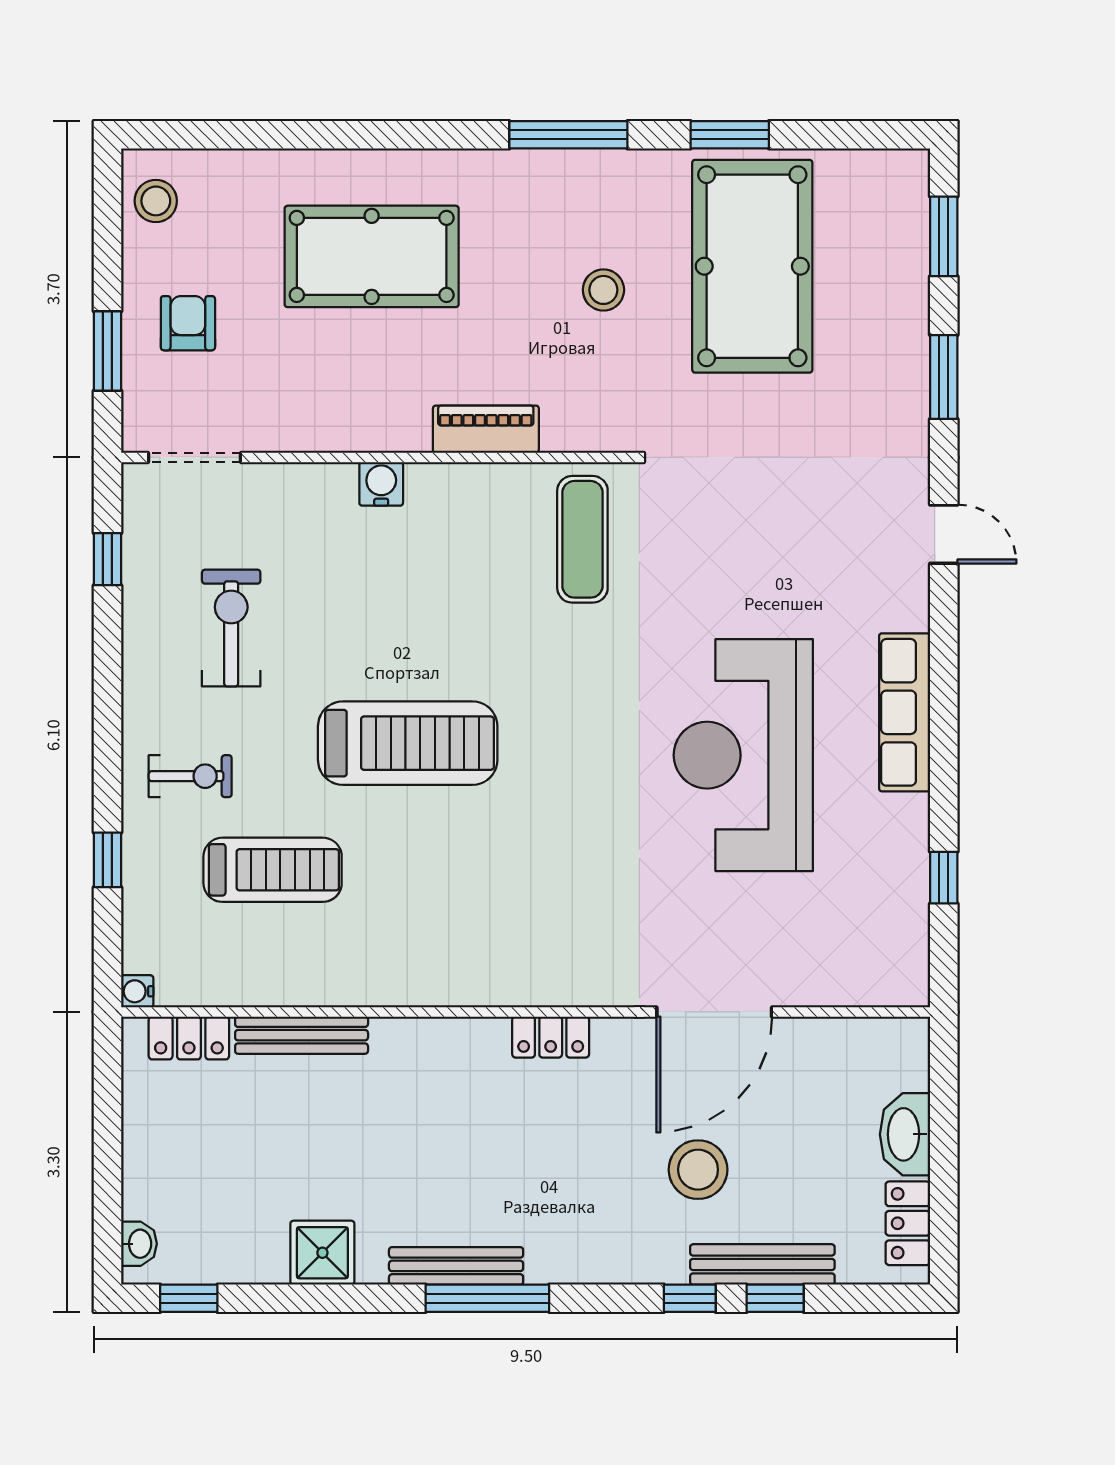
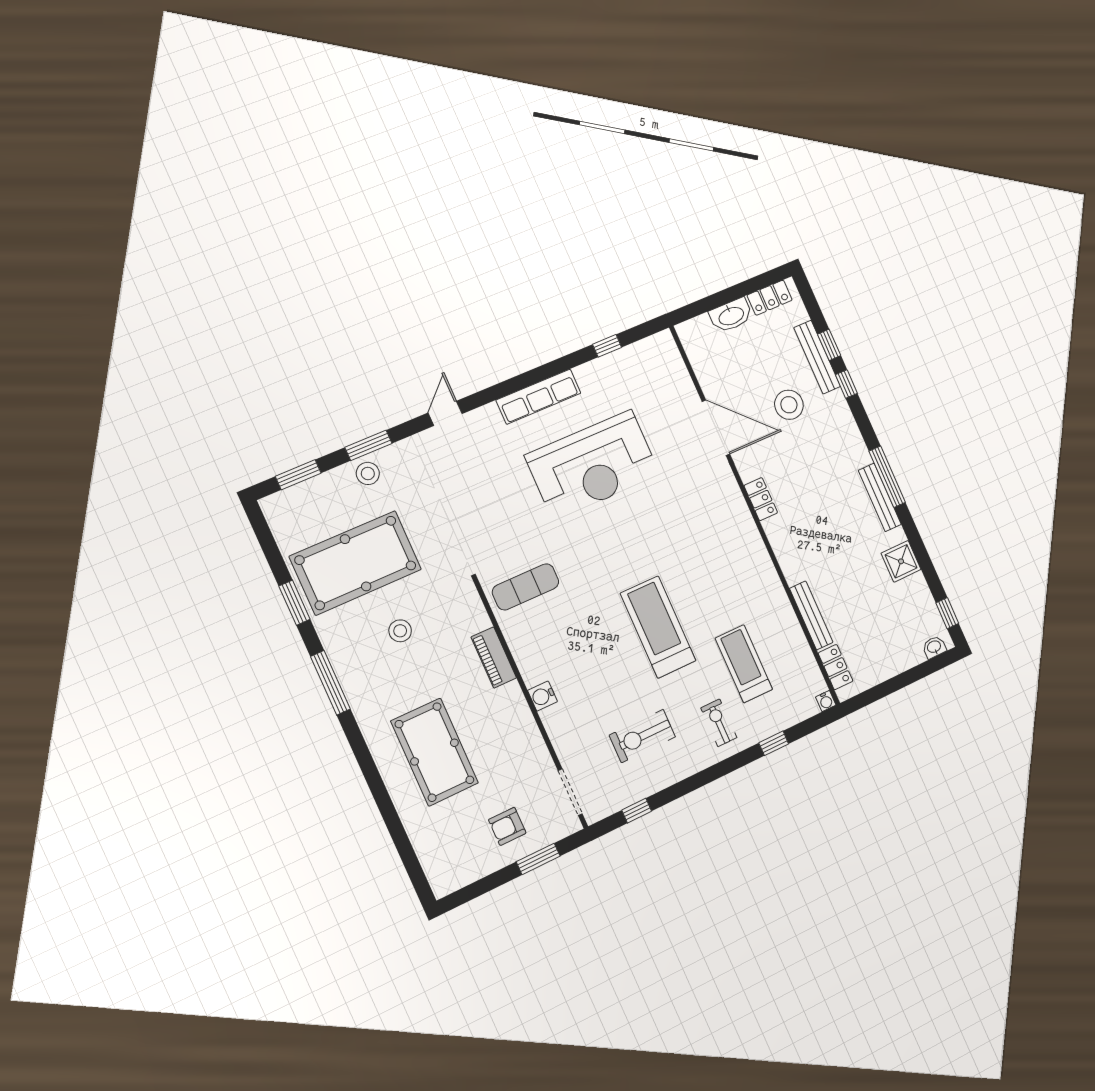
stool: (156, 201) -> (368, 473), moved

